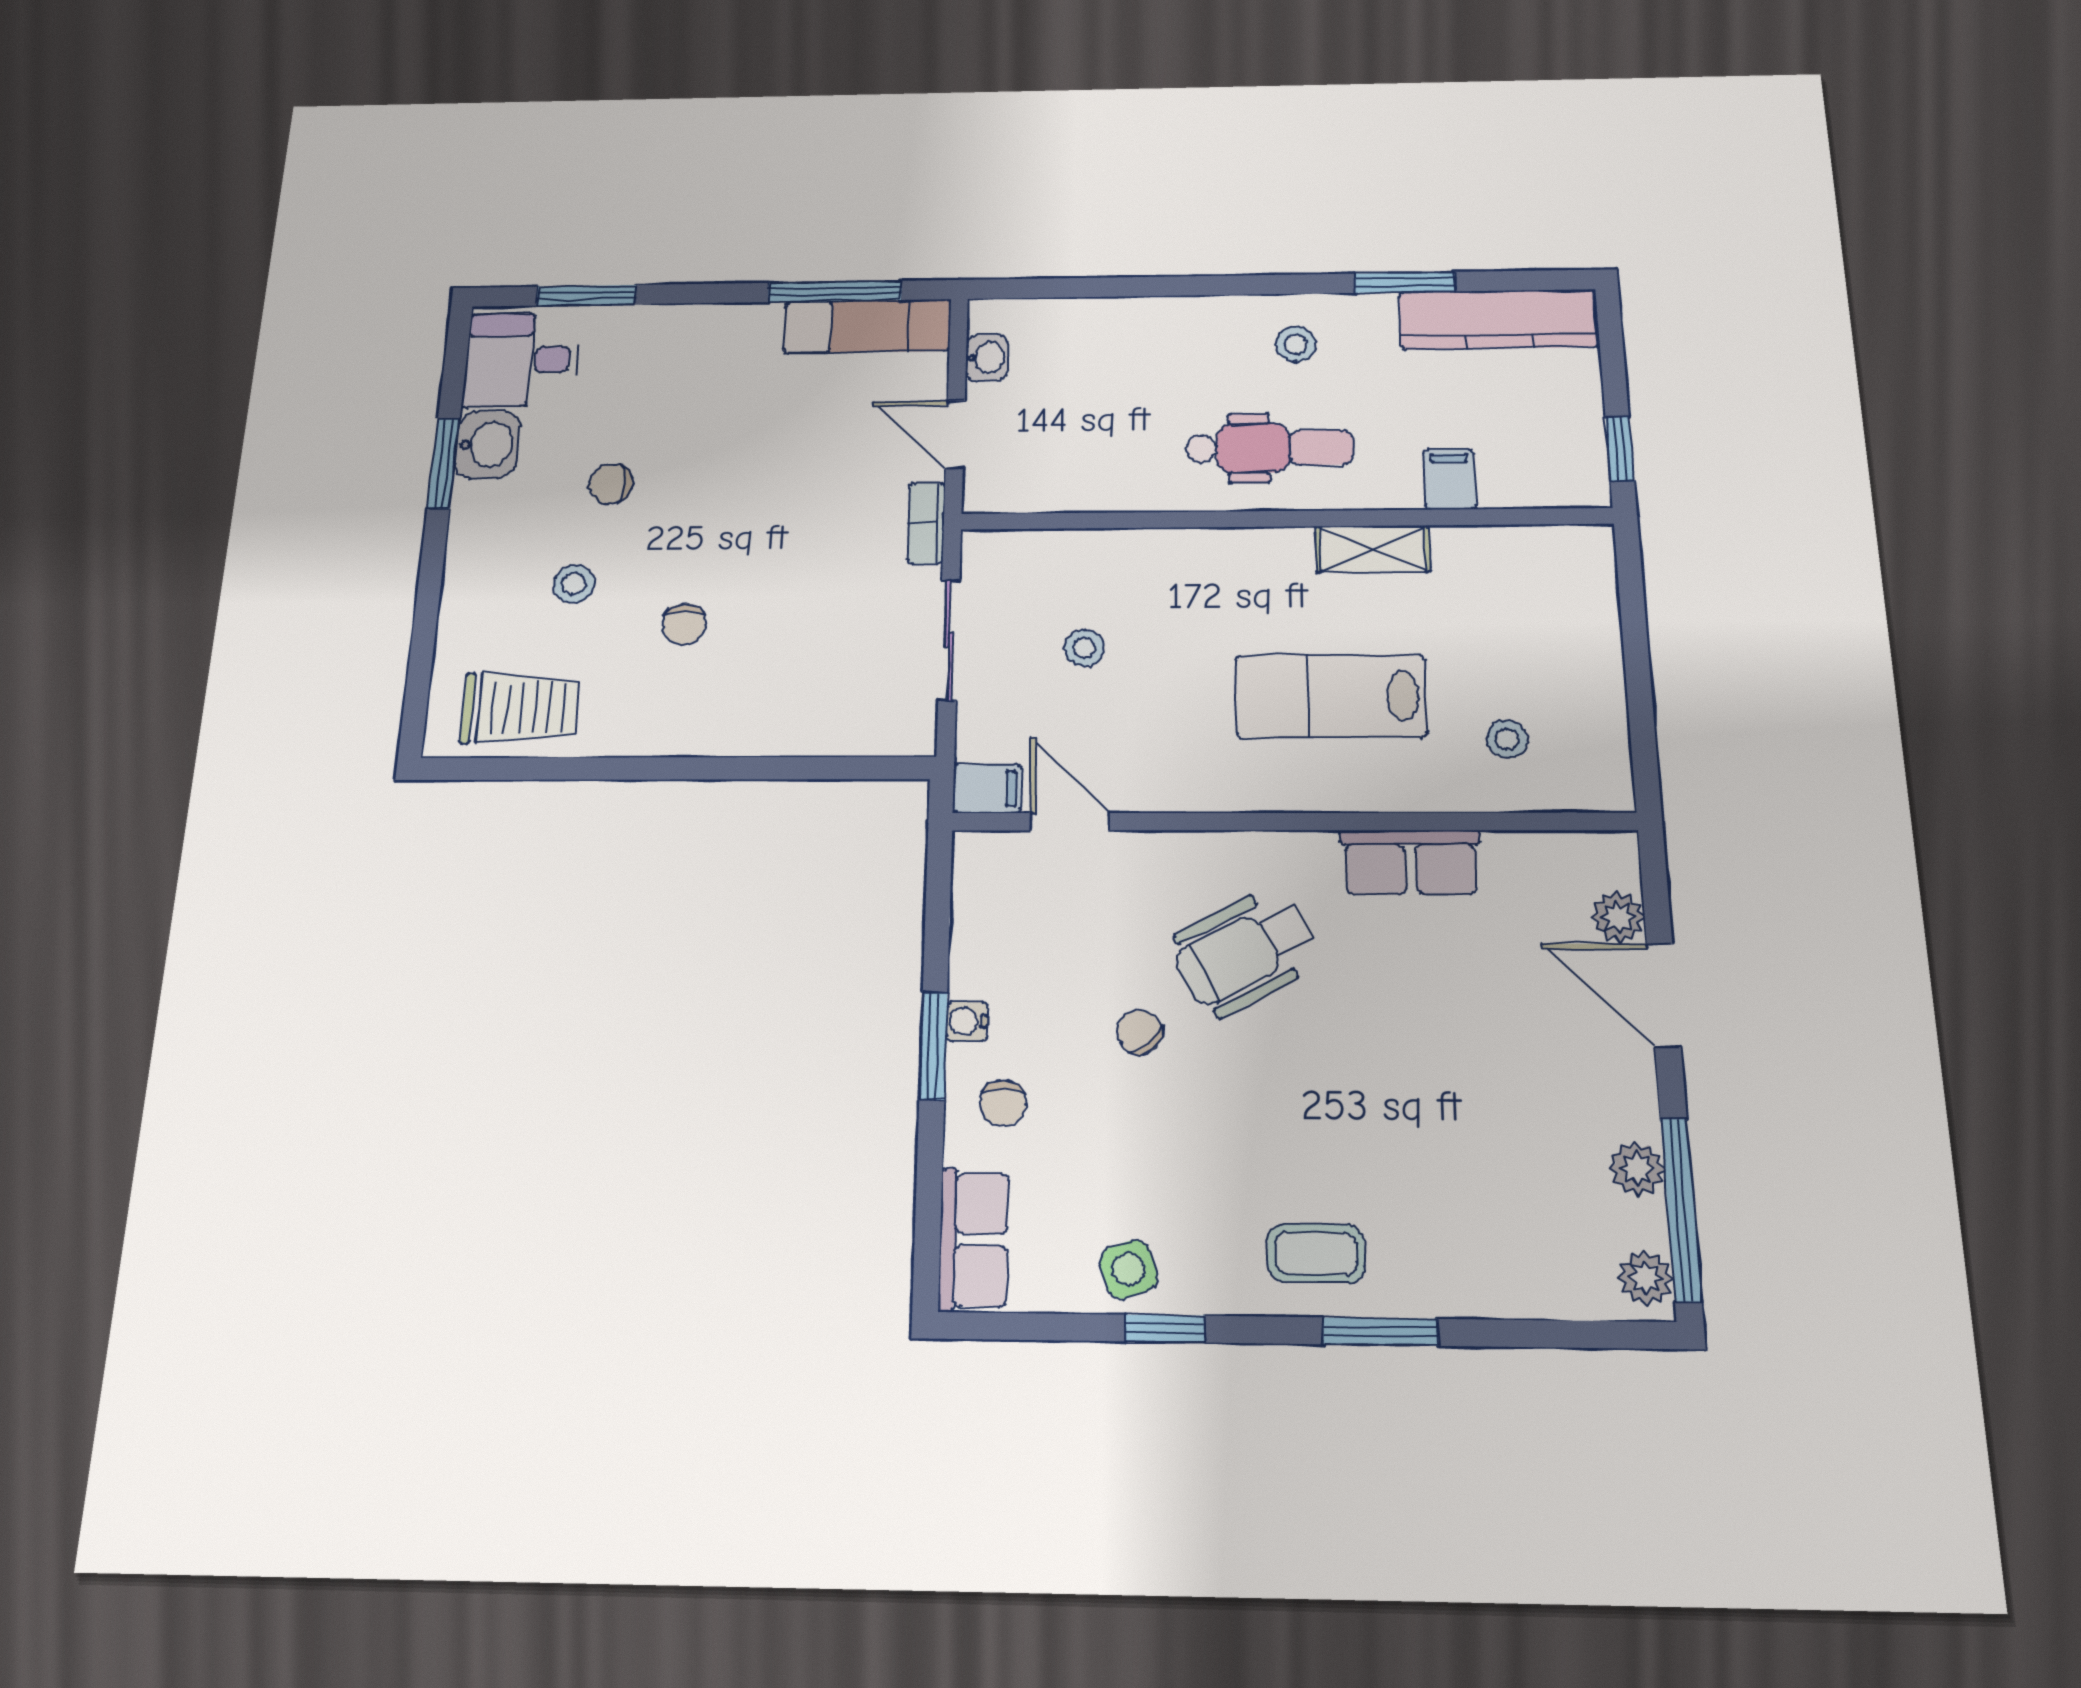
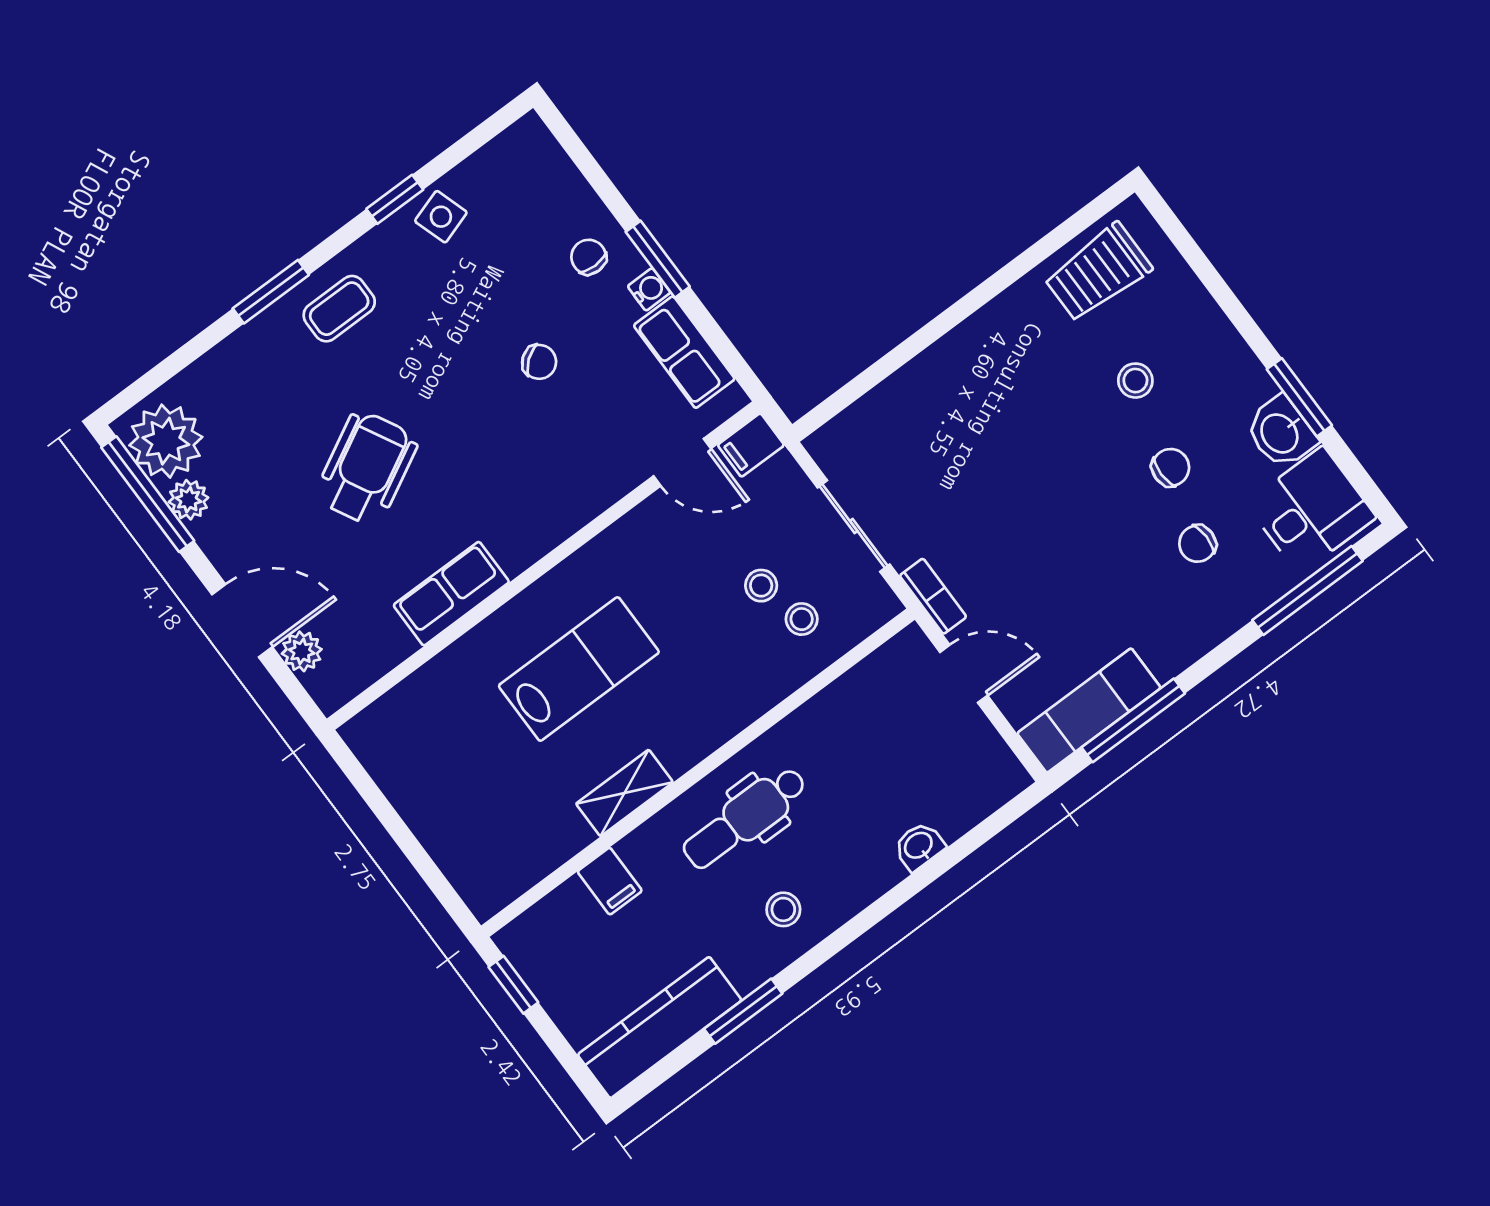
window: (586, 295) -> (1307, 591), width x1.44
washbasin: (987, 358) -> (919, 846), moved, turned 90
chair: (684, 624) -> (1197, 544), moved, turned -90
stool: (1507, 739) -> (802, 619), moved
wheelchair: (1245, 952) -> (366, 468), moved
row of seats: (974, 1240) -> (684, 352), moved
plant: (1646, 1278) -> (166, 441), width x1.87, depth x1.87

